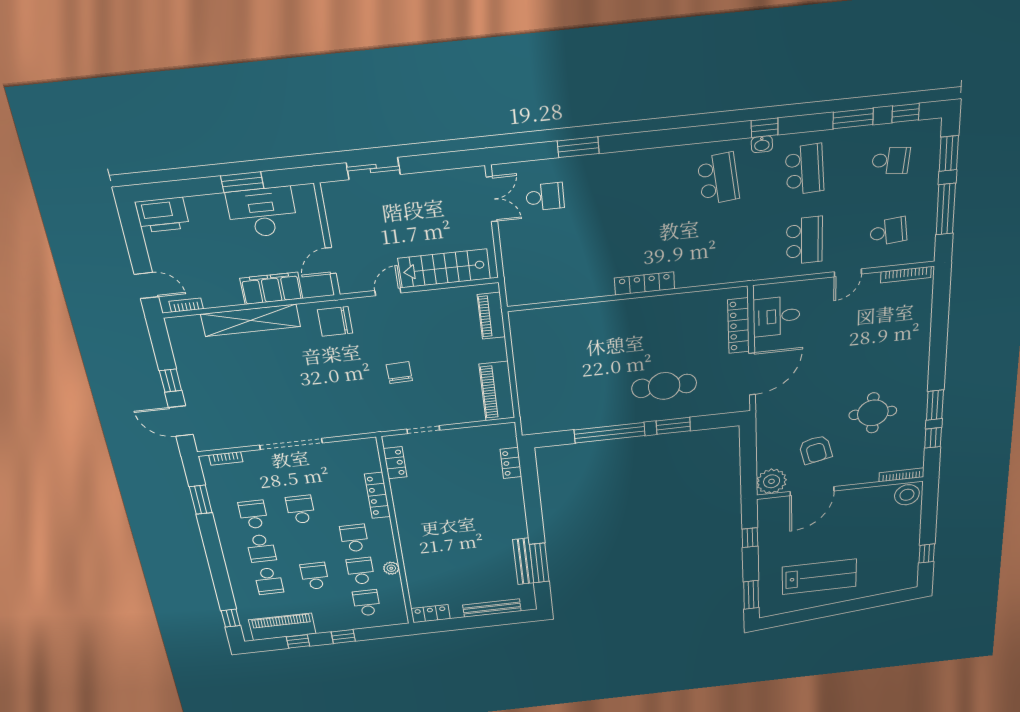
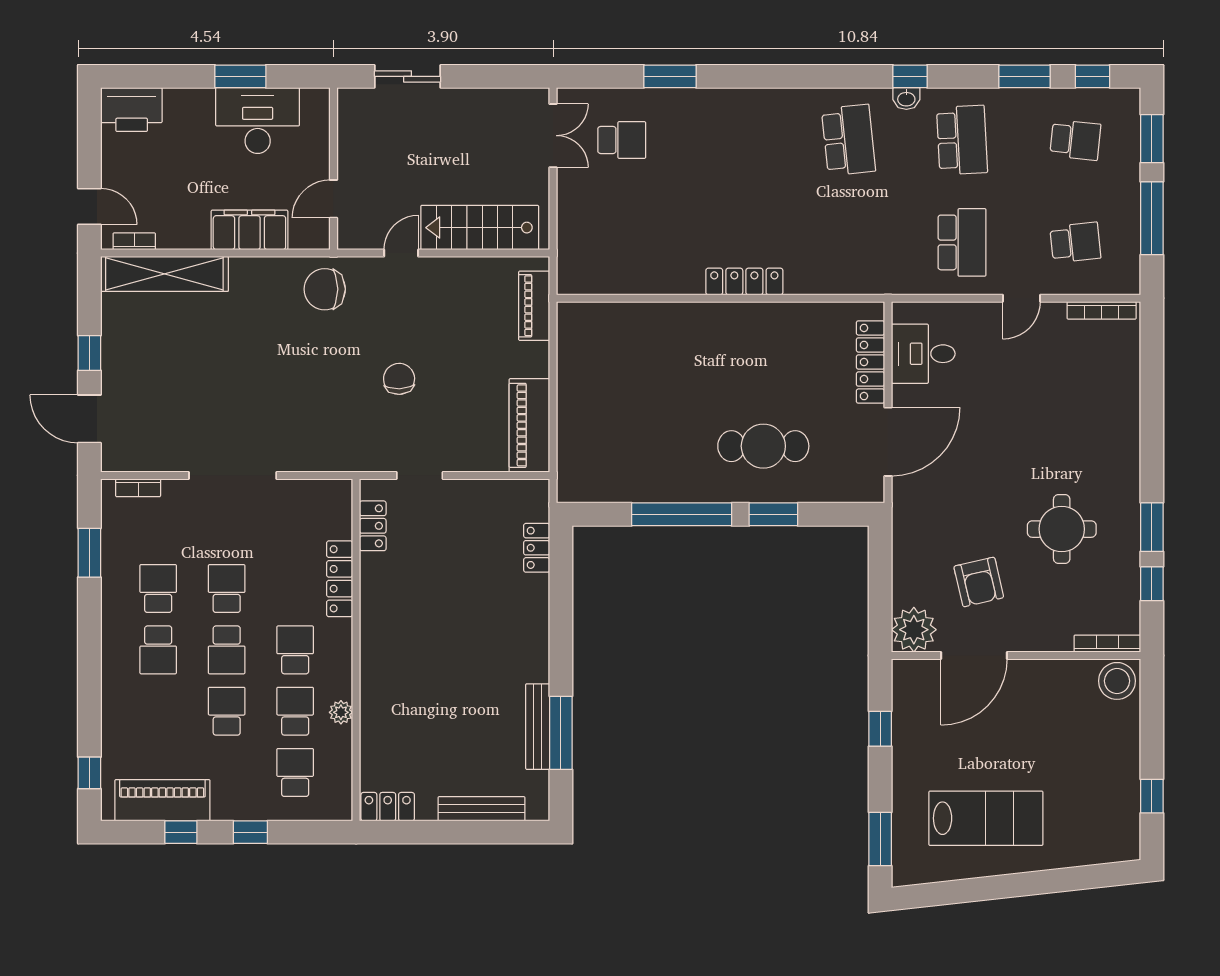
shelving: (251, 320) -> (164, 274), moved
school desk: (269, 581) -> (227, 650), moved

